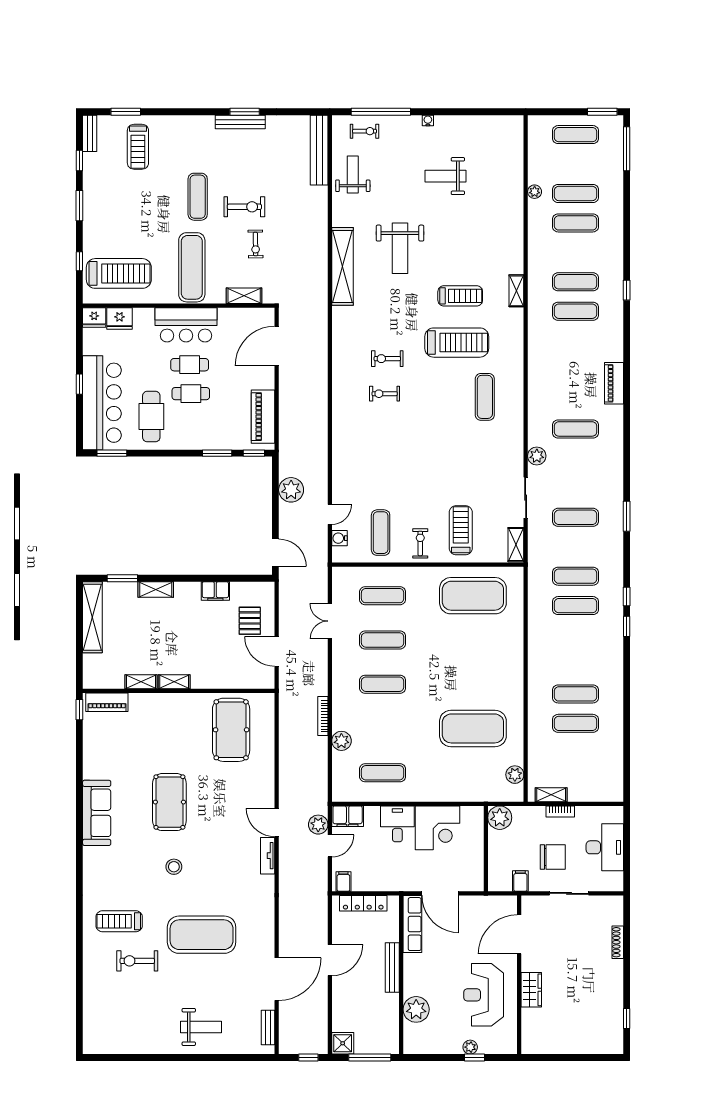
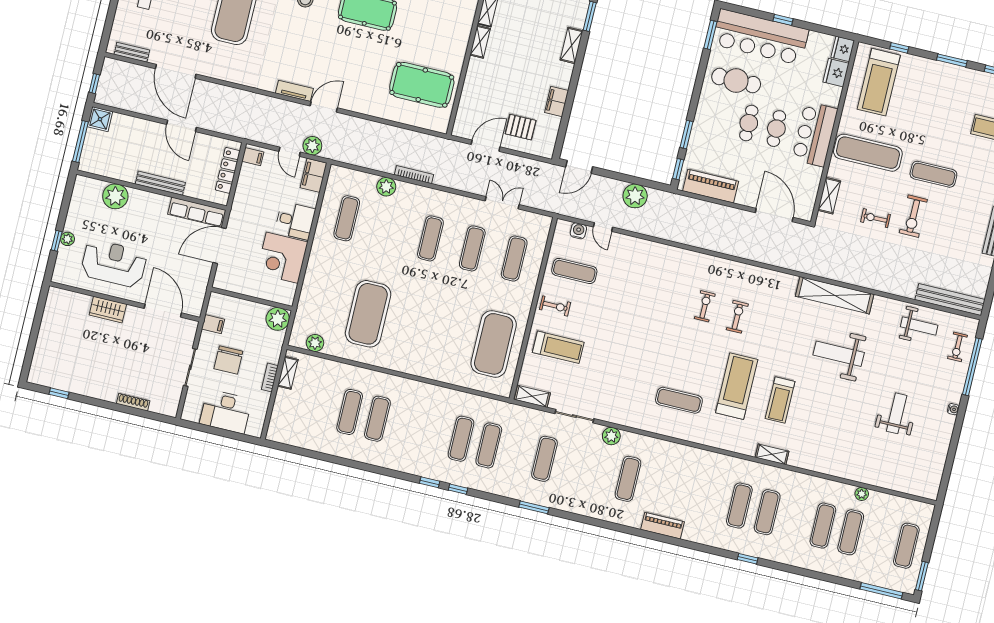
treadmill: (457, 343) -> (737, 386), turned 180

